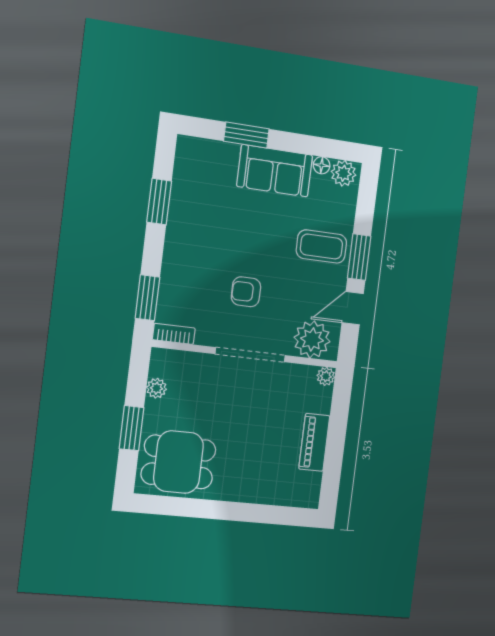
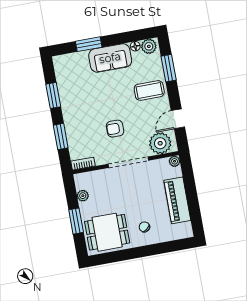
window: (359, 257) -> (169, 68), moved
window: (147, 298) -> (61, 136), moved
piano: (314, 442) -> (177, 200), width x1.37, depth x1.33
chair: (243, 471) -> (144, 227), added

